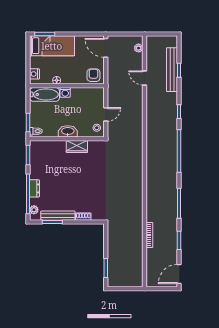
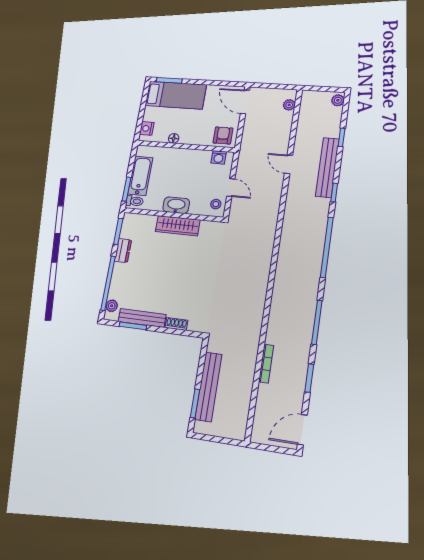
plant: (173, 42) -> (338, 100), added
bench: (172, 70) -> (327, 167), moved
door: (145, 78) -> (289, 164), moved
washing machine: (65, 92) -> (219, 157), moved
bathtub: (44, 94) -> (140, 176), moved, turned -90
door: (106, 114) -> (231, 188), hinge flipped
wardrobe: (77, 146) -> (178, 226), width x1.50
dresser: (34, 188) -> (123, 251), moved
bench: (113, 256) -> (208, 387), added

